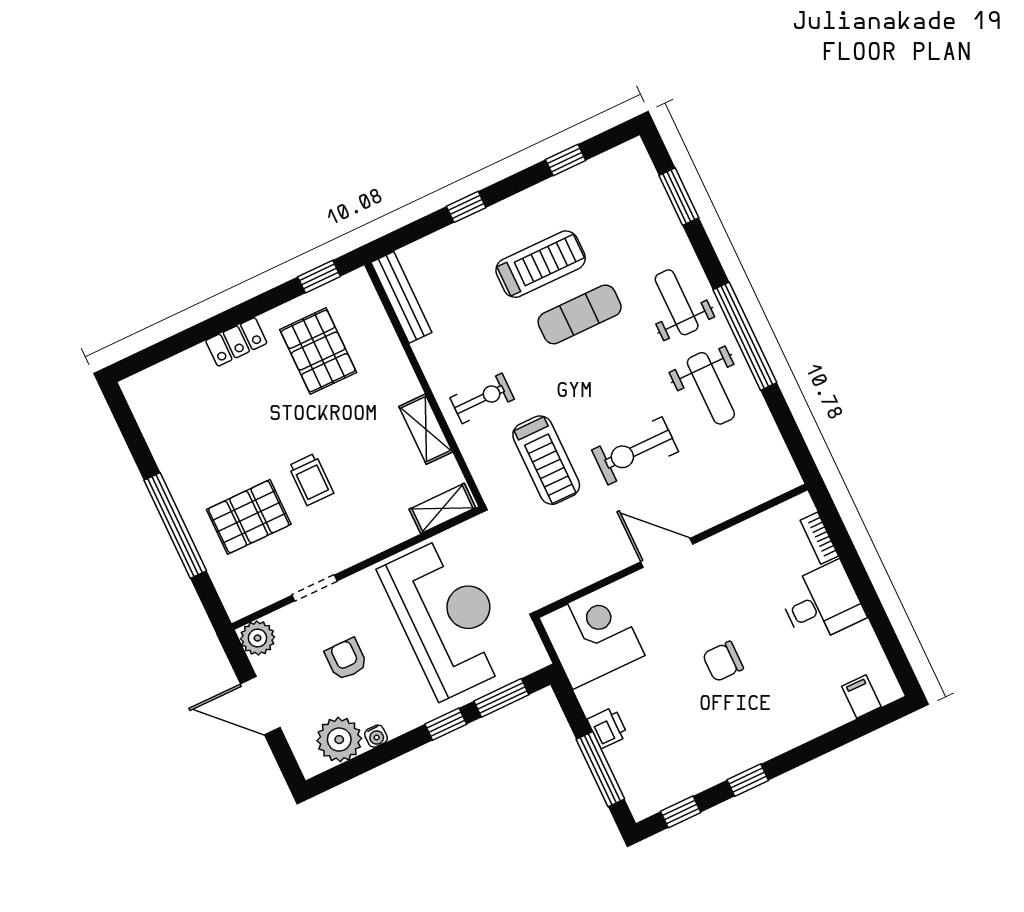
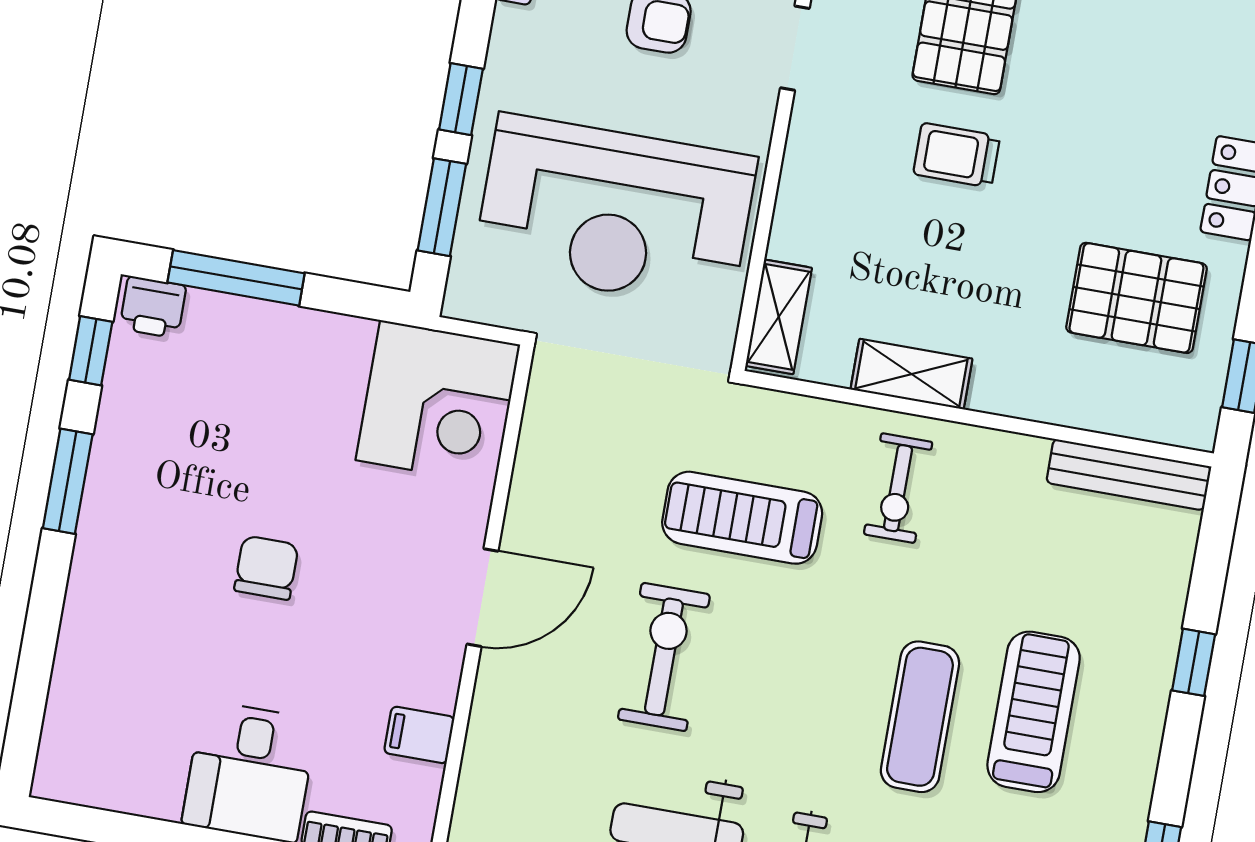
treadmill: (541, 264) -> (1034, 712), turned 180
filing cabinet: (861, 697) -> (419, 735), moved, turned 180
printer: (608, 728) -> (153, 307), moved
window: (748, 780) -> (68, 481), width x1.50

